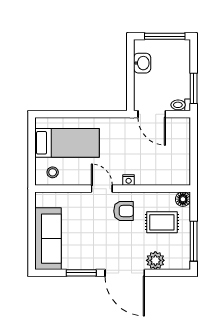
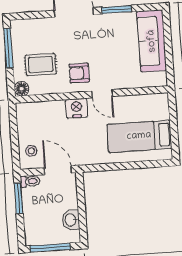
stool: (53, 172) -> (31, 151), moved
nightstand: (129, 180) -> (77, 108), width x1.89, depth x1.79
plant: (155, 260) -> (45, 27), removed

